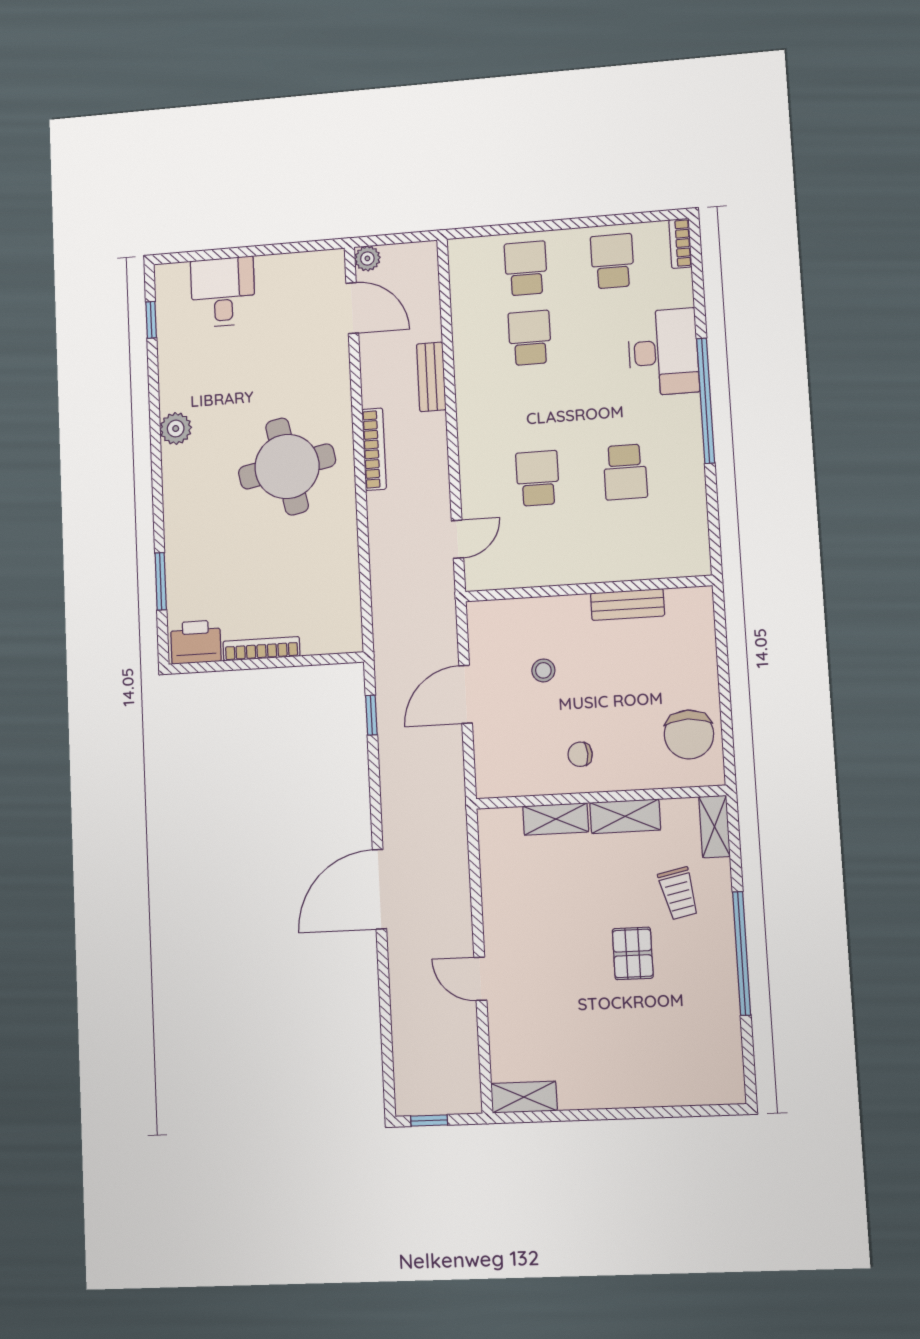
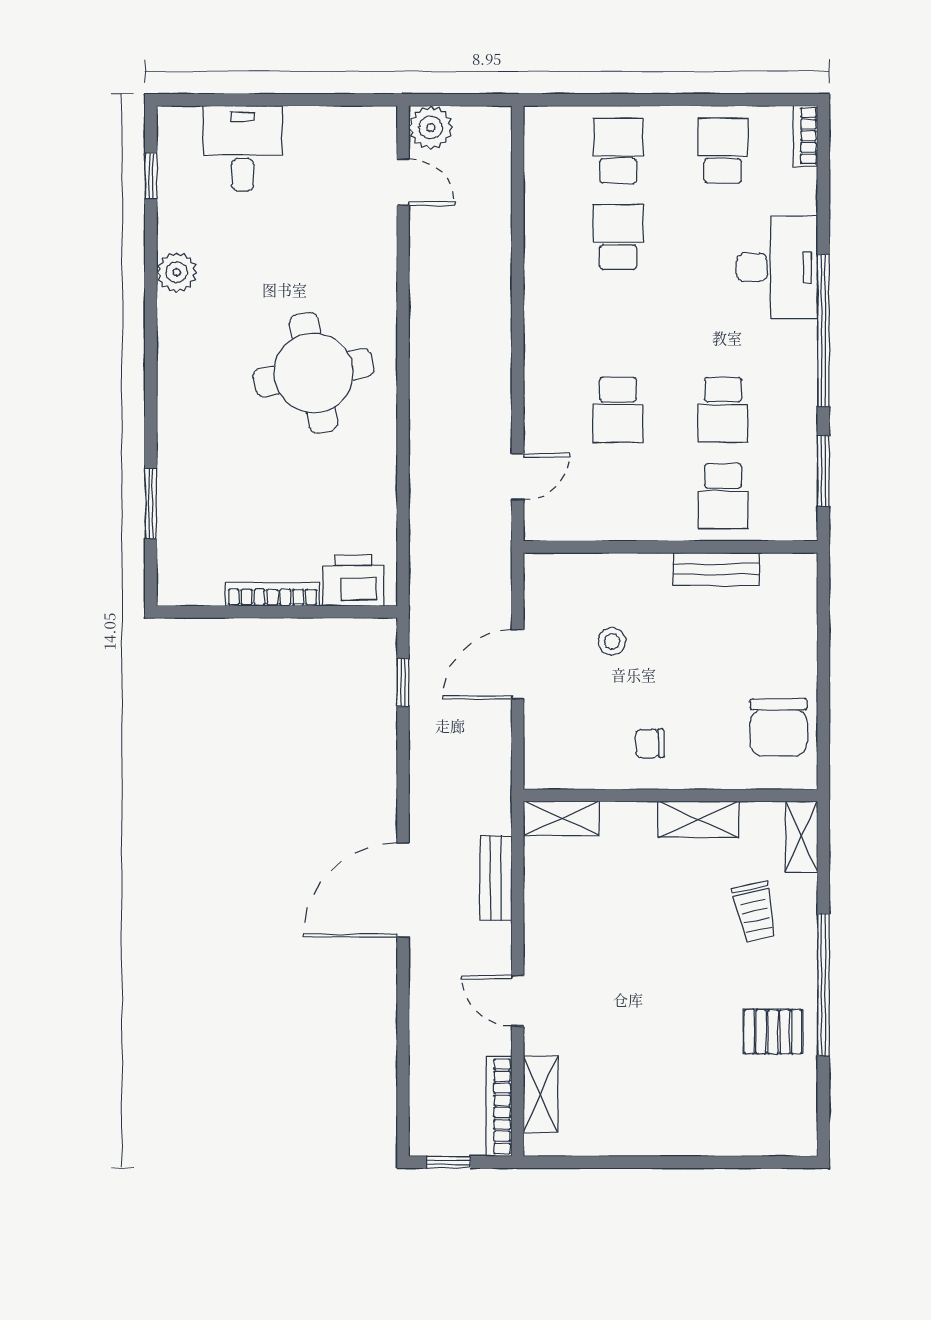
plant: (367, 258) -> (431, 127), width x1.38, depth x1.38
door: (352, 308) -> (403, 182), width x0.73
bench: (431, 377) -> (496, 878), moved
plant: (176, 429) -> (177, 272), moved
bookcase: (374, 449) -> (499, 1106), moved, turned 180
school desk: (538, 478) -> (618, 410), turned 180
window: (713, 517) -> (823, 471), added
school desk: (630, 543) -> (723, 496), added
printer: (196, 642) -> (353, 581), moved
shelving: (556, 819) -> (562, 818), moved
pallet: (633, 953) -> (773, 1032), moved, turned 90
shelving: (524, 1097) -> (541, 1094), moved, turned 90

